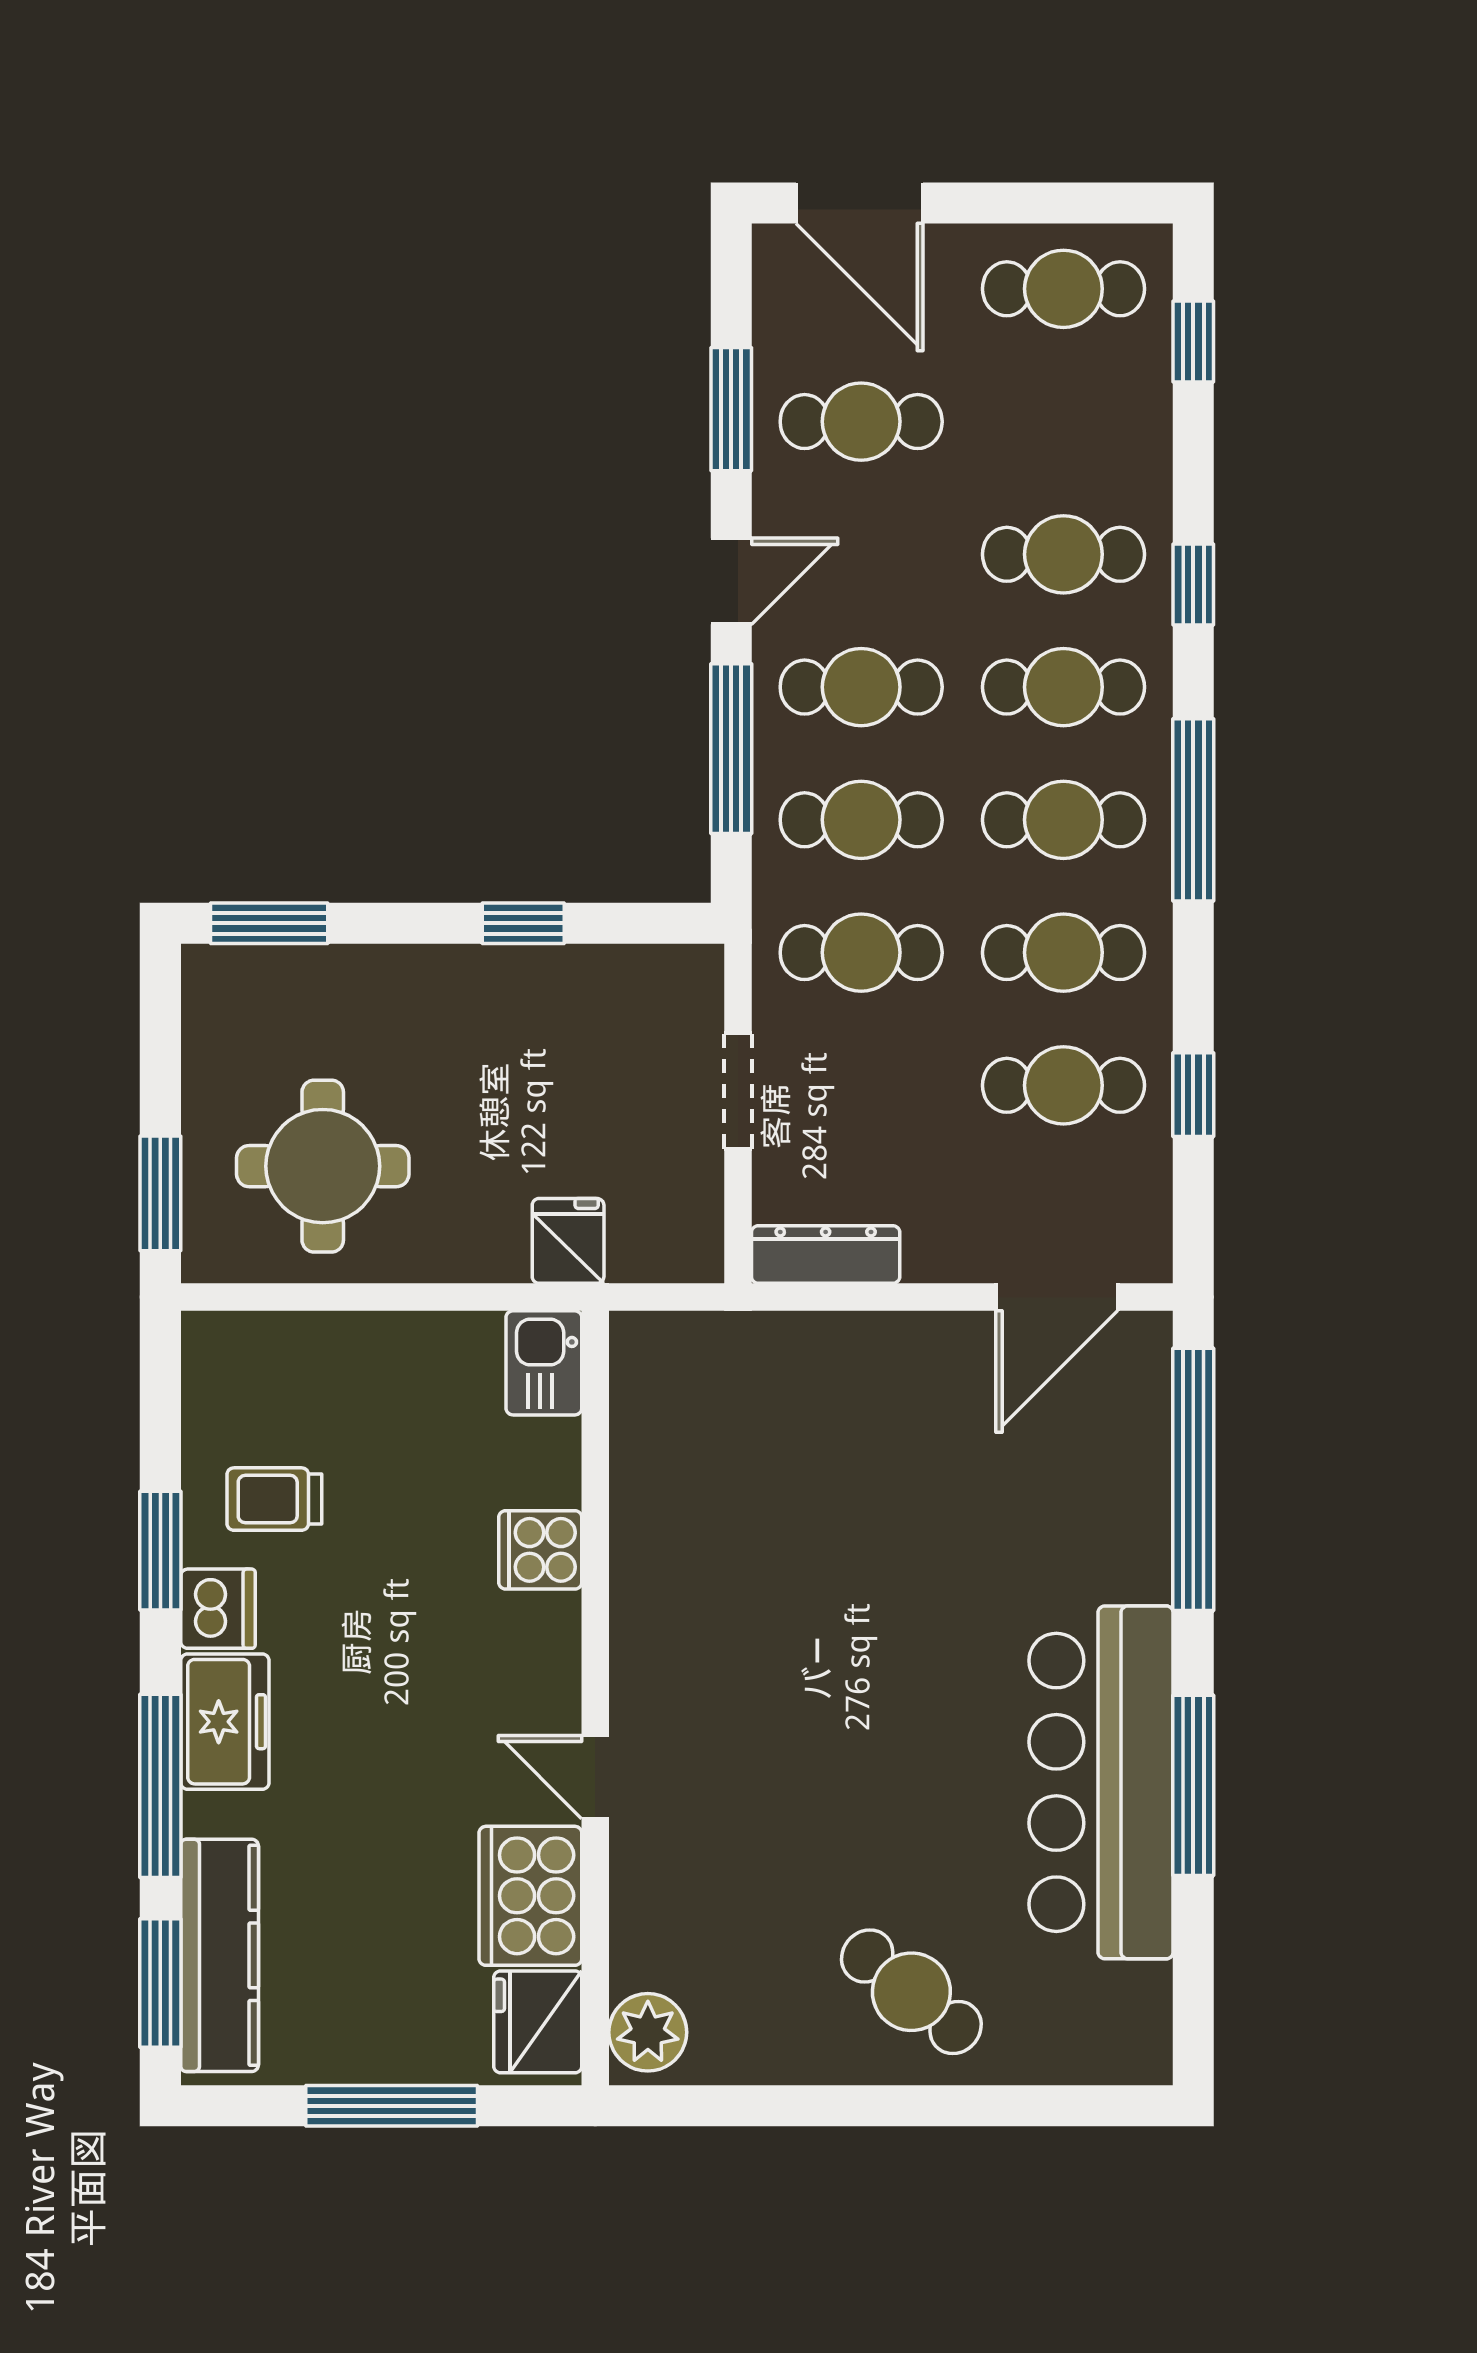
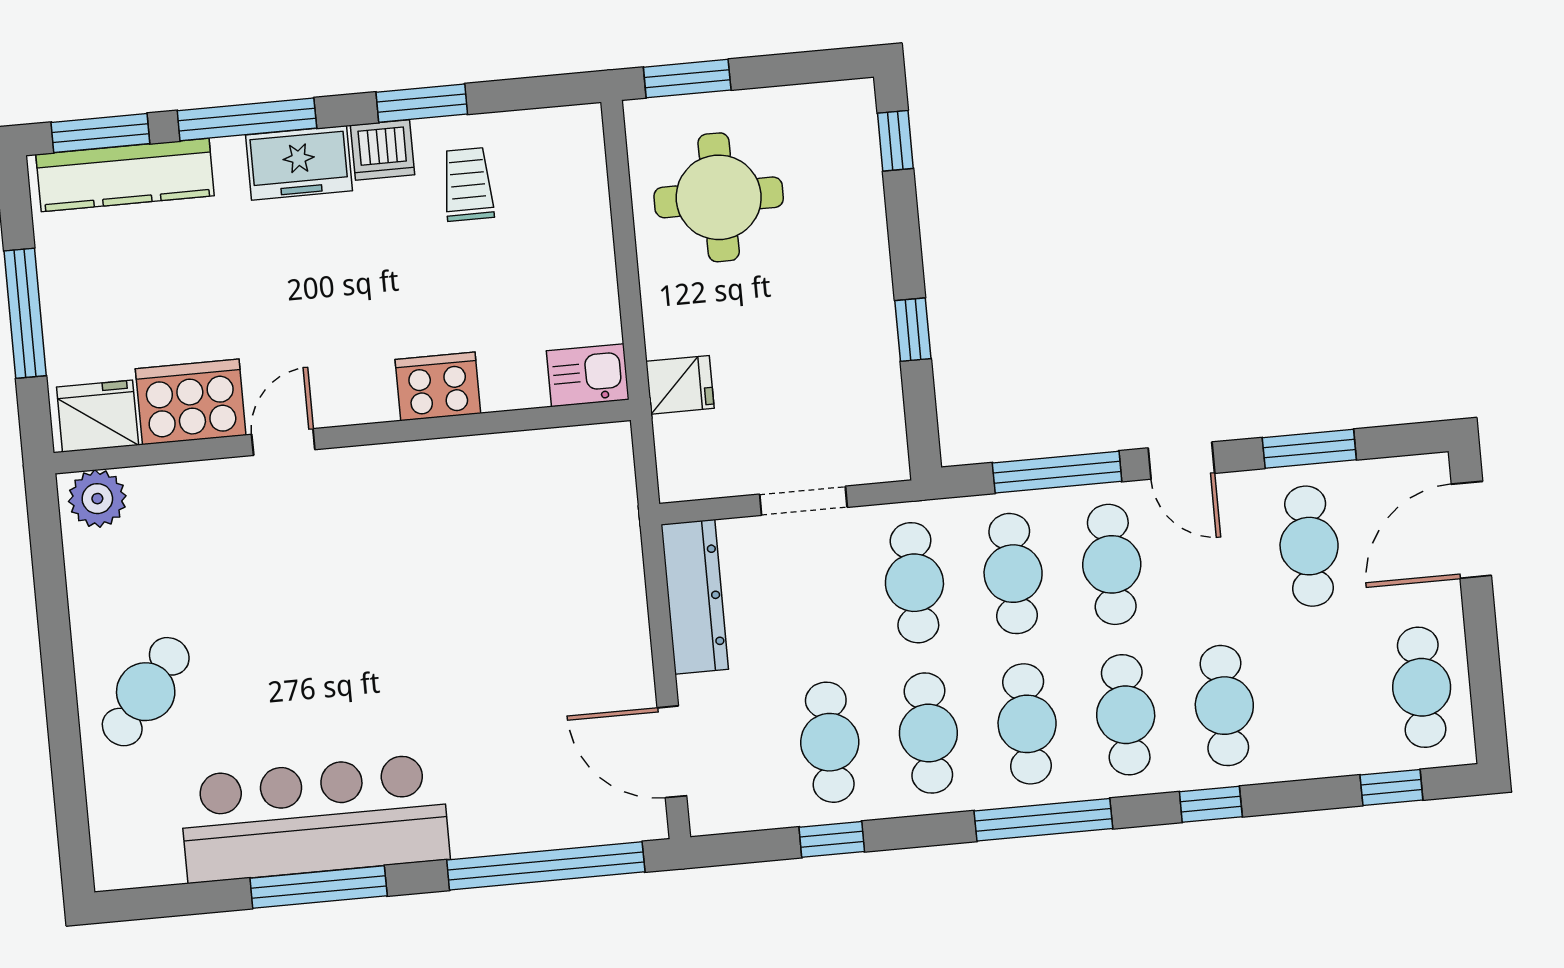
window: (269, 923) -> (895, 141), width x0.67
dresser: (826, 1255) -> (695, 597), width x1.37, depth x1.24
cooker: (540, 1550) -> (438, 386), width x1.36

